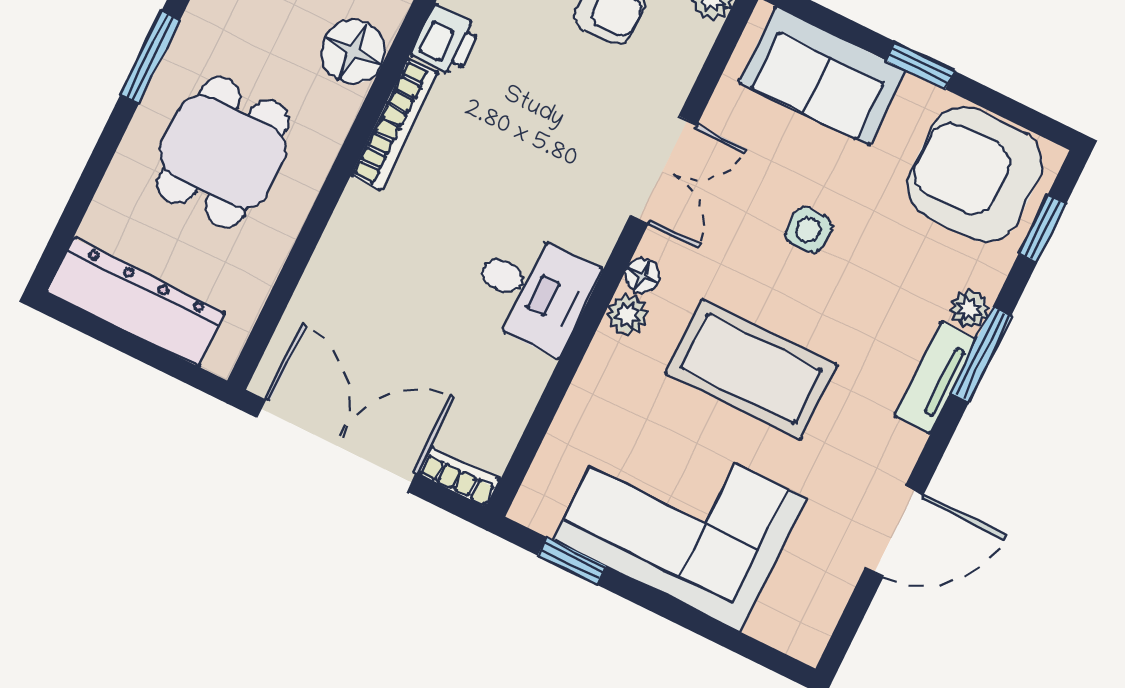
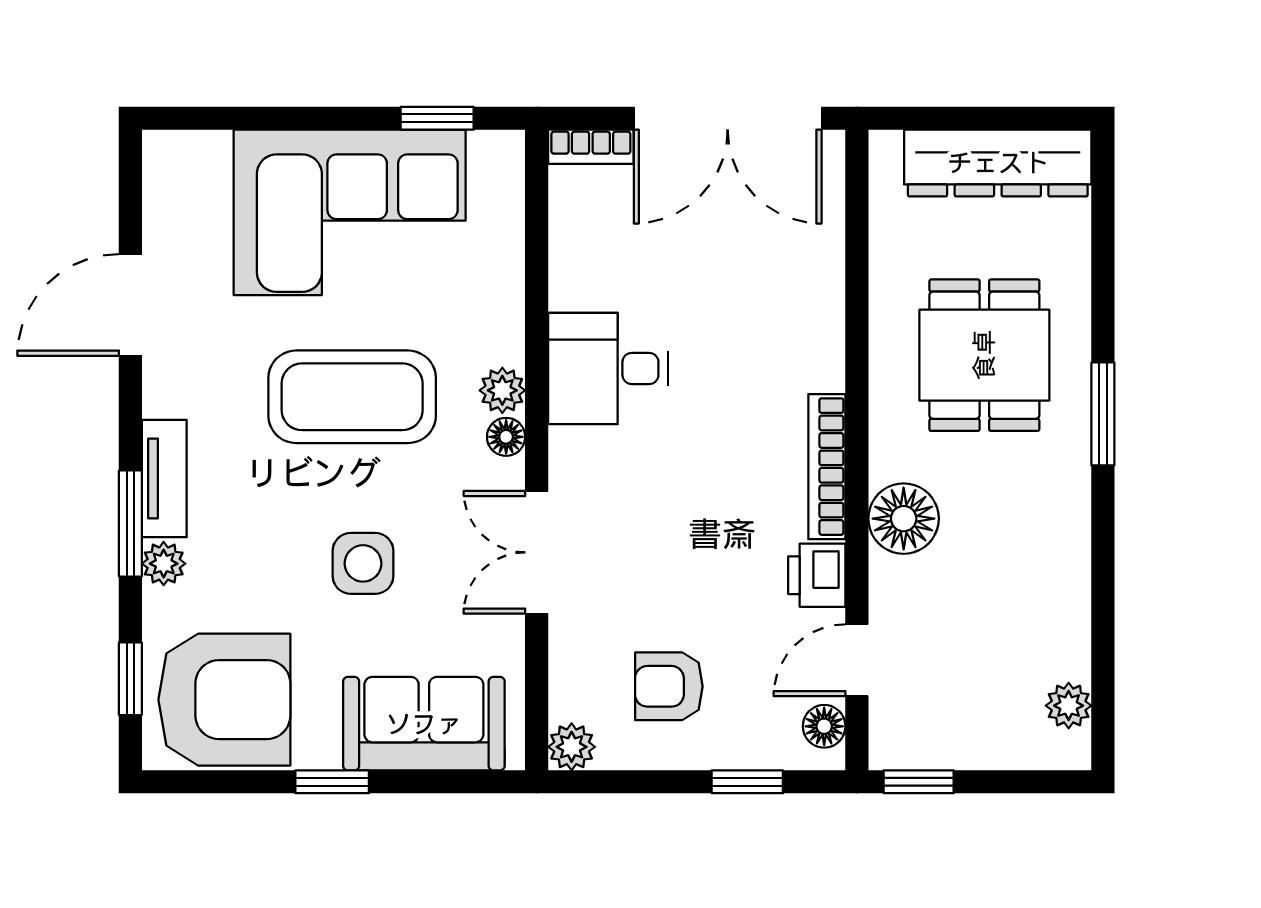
side table: (808, 230) -> (363, 563), width x1.37, depth x1.37

